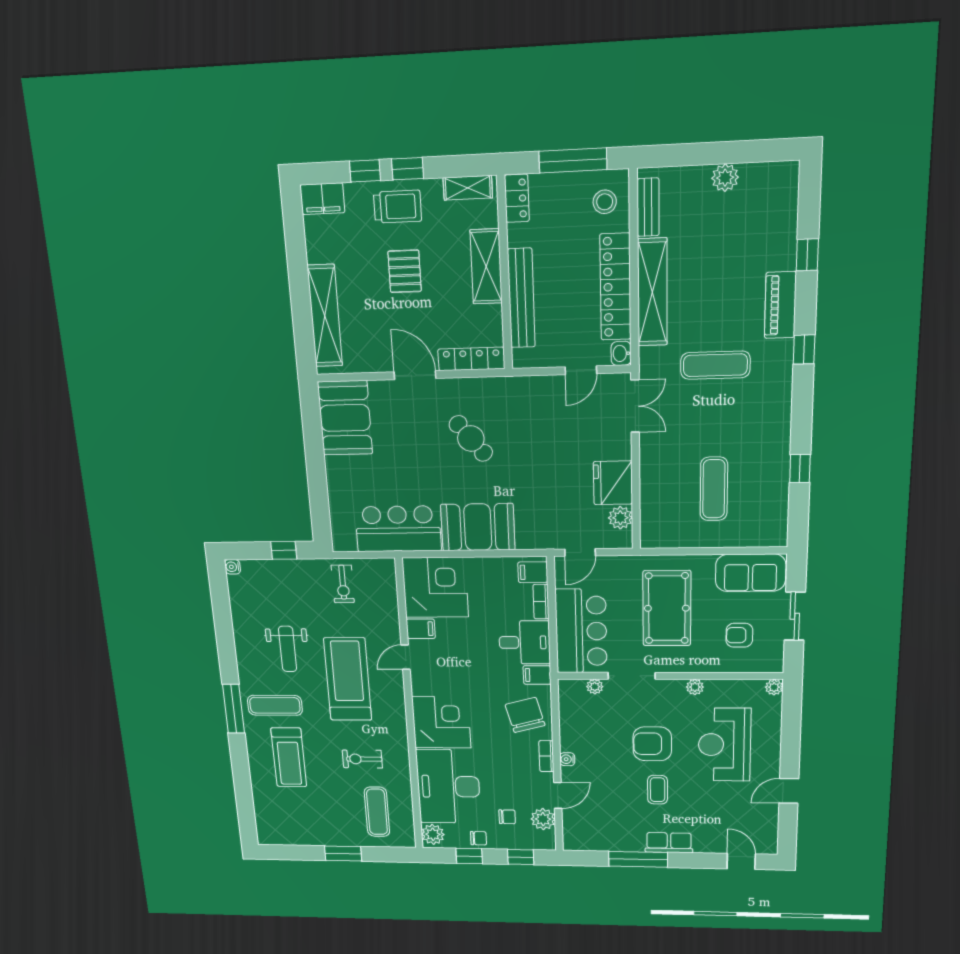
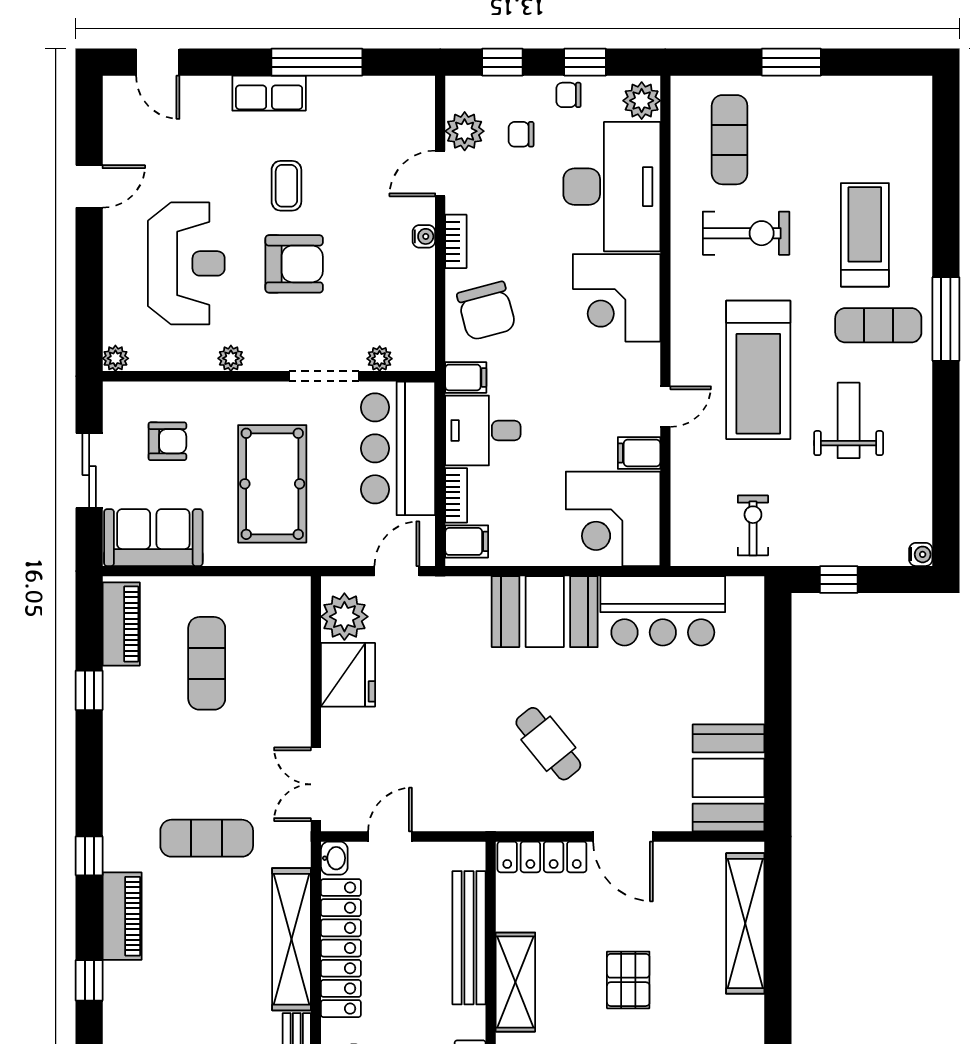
piano: (775, 515) -> (121, 624), added
plant: (620, 518) -> (344, 617), width x1.36, depth x1.36
exercise bike: (362, 759) -> (746, 233), width x1.38, depth x1.39

